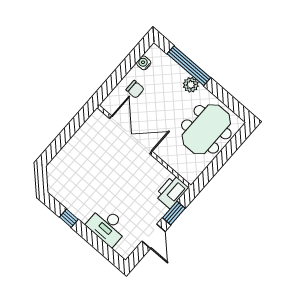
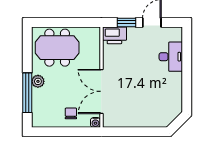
water cooler: (144, 63) -> (95, 122), moved
window: (69, 218) -> (187, 85), removed

